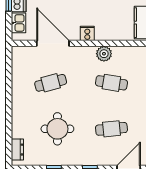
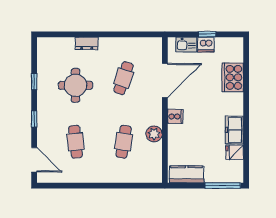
cafe table: (51, 83) -> (124, 78), turned 33
dresser: (17, 150) -> (87, 43), moved

